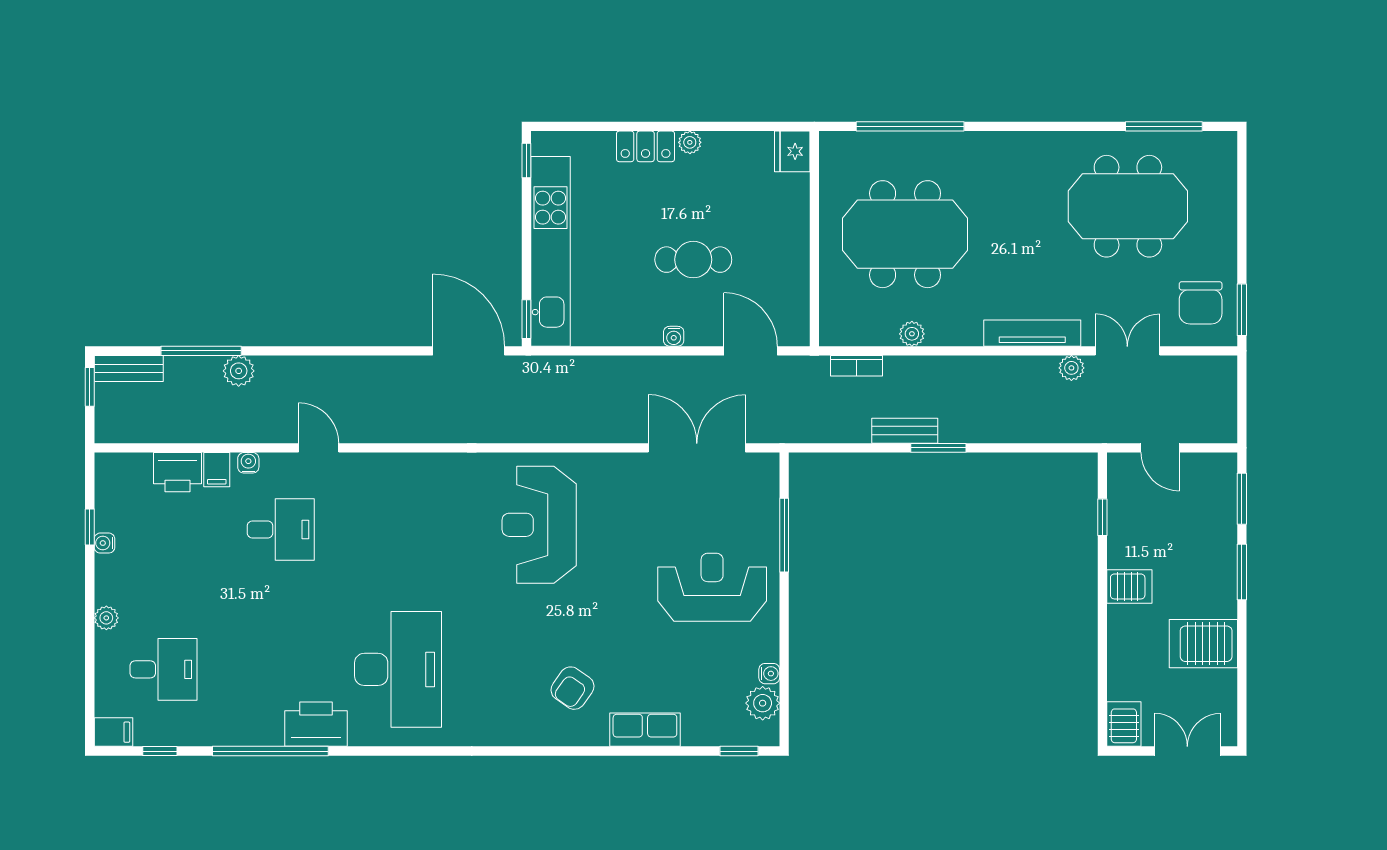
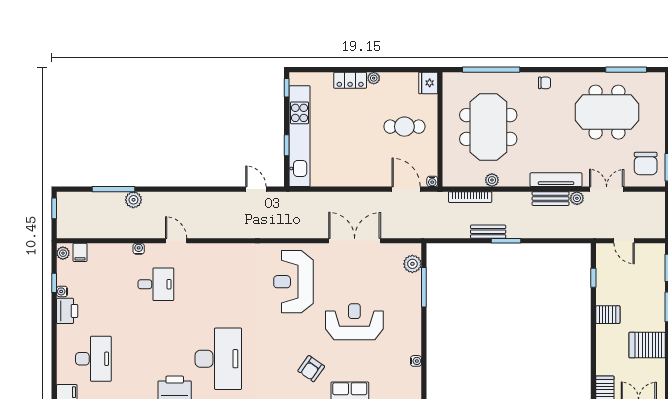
chair: (1010, 151) -> (544, 83), added
meeting table: (905, 234) -> (488, 127), turned 90
cafe table: (693, 260) -> (404, 127), moved
window: (526, 319) -> (287, 145), moved
water cooler: (674, 336) -> (432, 181), moved
door: (469, 351) -> (256, 189), width x0.53
bookcase: (856, 366) -> (470, 197), width x1.56
bench: (129, 369) -> (551, 199), moved
double door: (697, 448) -> (355, 241), moved
filing cabinet: (217, 470) -> (80, 252), moved
printer: (177, 472) -> (67, 311), moved, turned -90
reception desk: (712, 587) -> (354, 322), moved
plant: (106, 618) -> (63, 253), moved
desk: (163, 669) -> (93, 359), width x1.37
plant: (763, 703) -> (412, 264), moved

